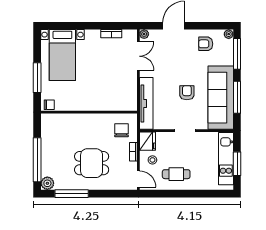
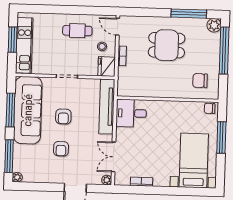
armchair: (206, 44) -> (61, 149), moved, turned 90
desk: (123, 98) -> (131, 113), added
chair: (122, 130) -> (200, 81), moved, turned 90

